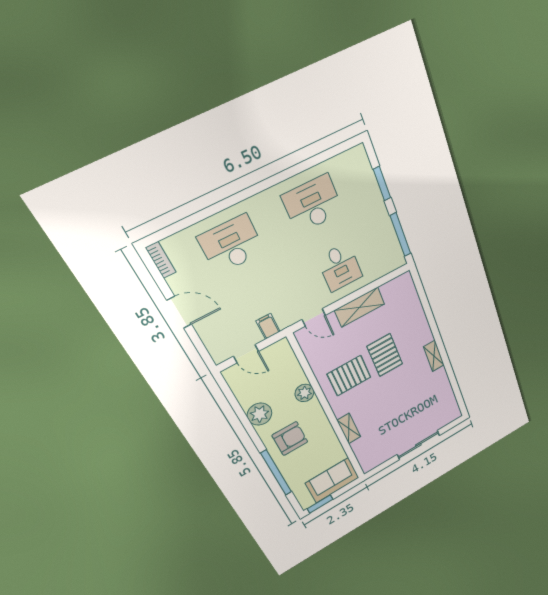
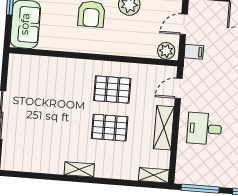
pallet: (349, 376) -> (112, 89), turned 90
plant: (305, 393) -> (166, 51), moved
shelving: (349, 429) -> (154, 175), moved

